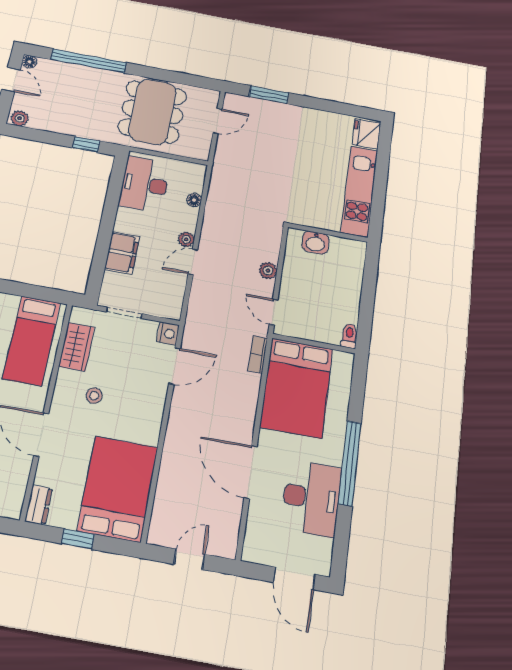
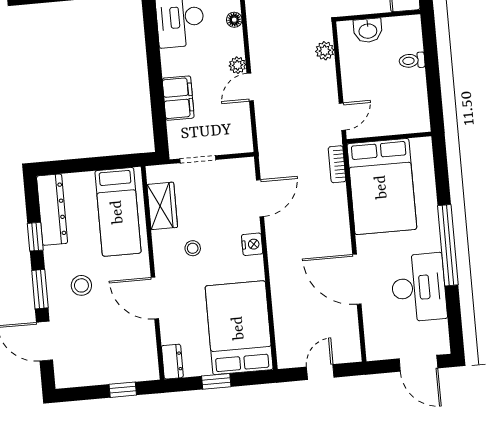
plant: (268, 271) -> (325, 51), moved
door: (273, 312) -> (342, 117), swing flipped
nightstand: (168, 333) -> (252, 244), moved
toilet: (349, 336) -> (412, 61), moved, turned -90

